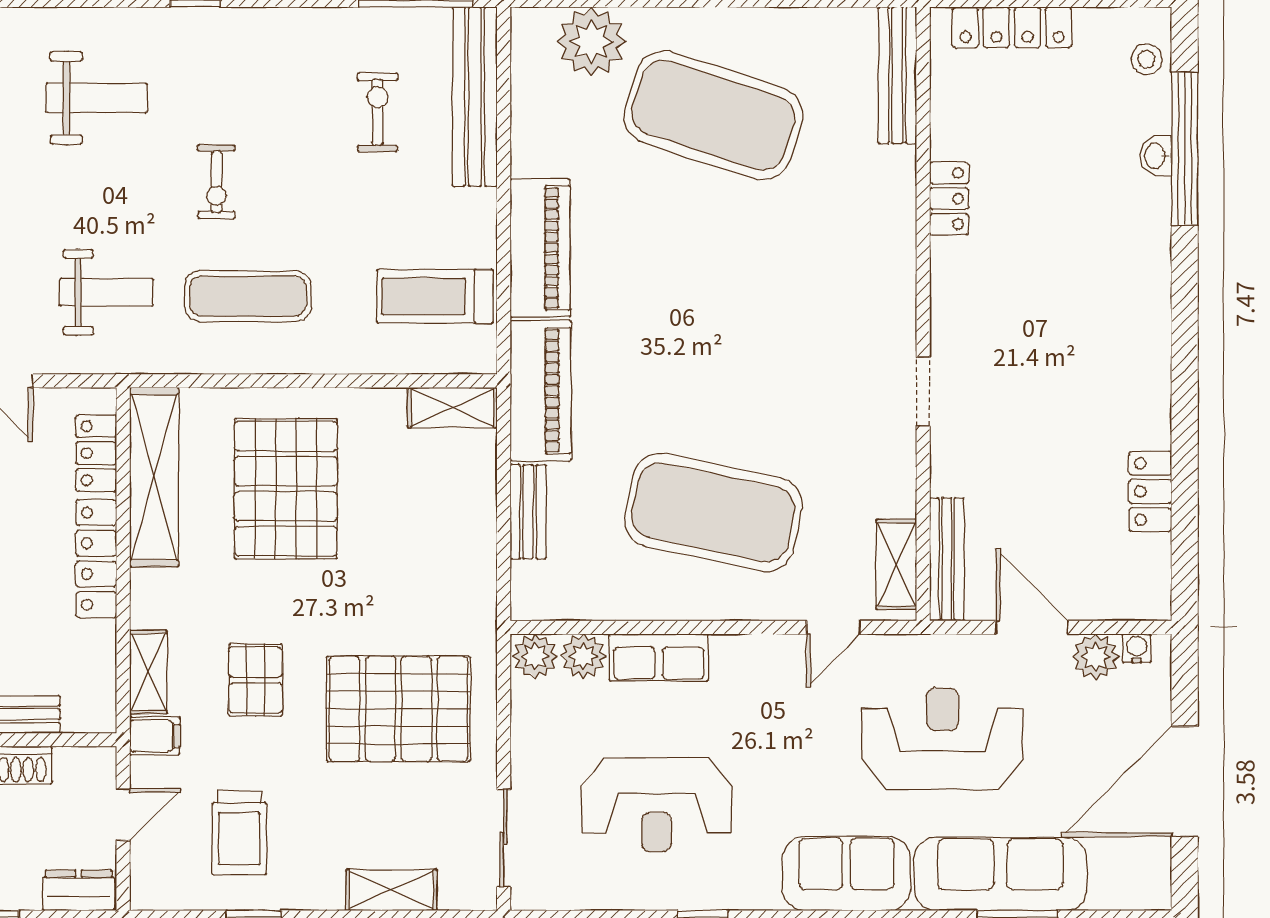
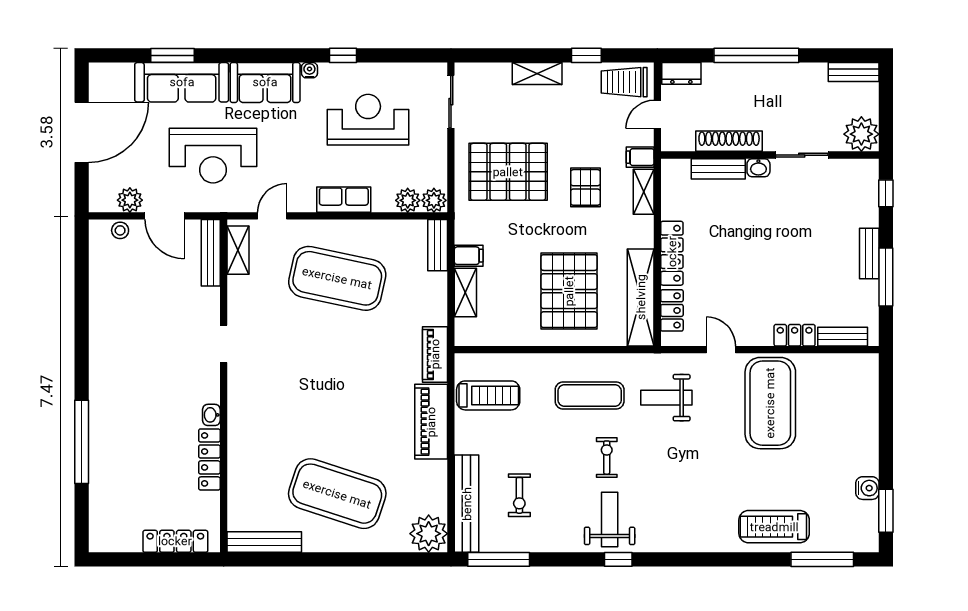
plant: (591, 41) -> (429, 534), moved
stool: (1146, 59) -> (120, 230), moved
bench: (897, 75) -> (264, 542), moved, turned 90
weight bench: (97, 98) -> (610, 519), moved, turned 90
window: (1185, 149) -> (82, 442), moved
washbasin: (1156, 156) -> (211, 415), moved, turned 180
locker: (949, 199) -> (209, 459), width x1.53
piano: (541, 391) -> (435, 354), width x0.73, depth x0.75
shelving: (452, 407) -> (465, 292), moved, turned 90
locker: (1150, 491) -> (100, 290), removed
bench: (528, 512) -> (438, 245), moved
filing cabinet: (471, 554) -> (469, 256), added
water cooler: (1137, 648) -> (309, 70), moved, turned 180
row of seats: (659, 657) -> (344, 200), moved
trolley: (239, 833) -> (624, 82), moved, turned -90
shelving: (391, 890) -> (537, 74), moved

